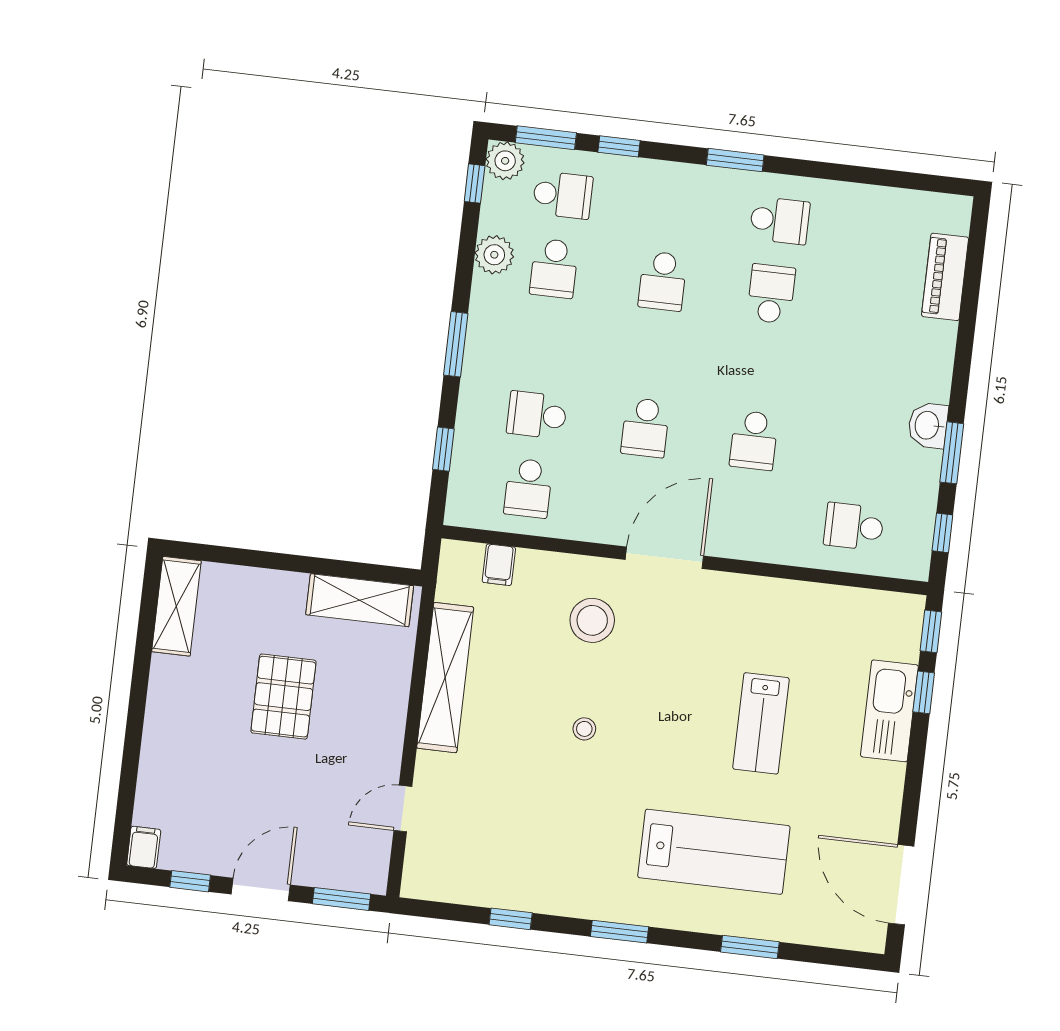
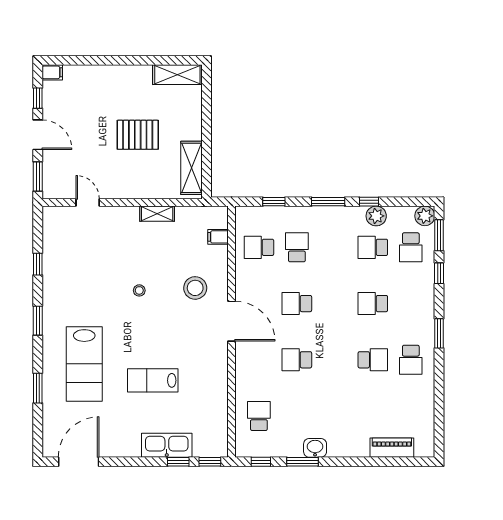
window: (475, 184) -> (369, 202), moved
shelving: (445, 678) -> (157, 214), width x0.45, depth x0.75

